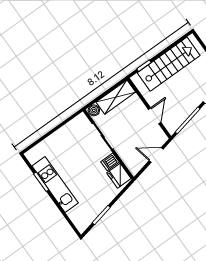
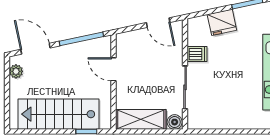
door: (155, 116) -> (113, 69), hinge flipped
door: (156, 155) -> (158, 23), moved
fridge: (119, 176) -> (222, 22), moved, turned 78

